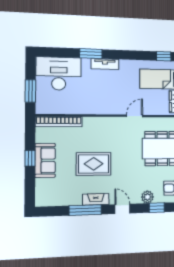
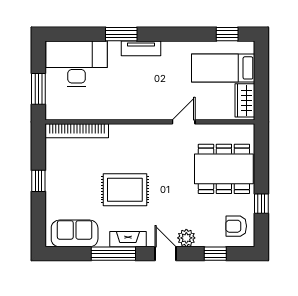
sofa: (45, 160) -> (75, 233), moved, turned -90
plant: (147, 197) -> (186, 238), moved

